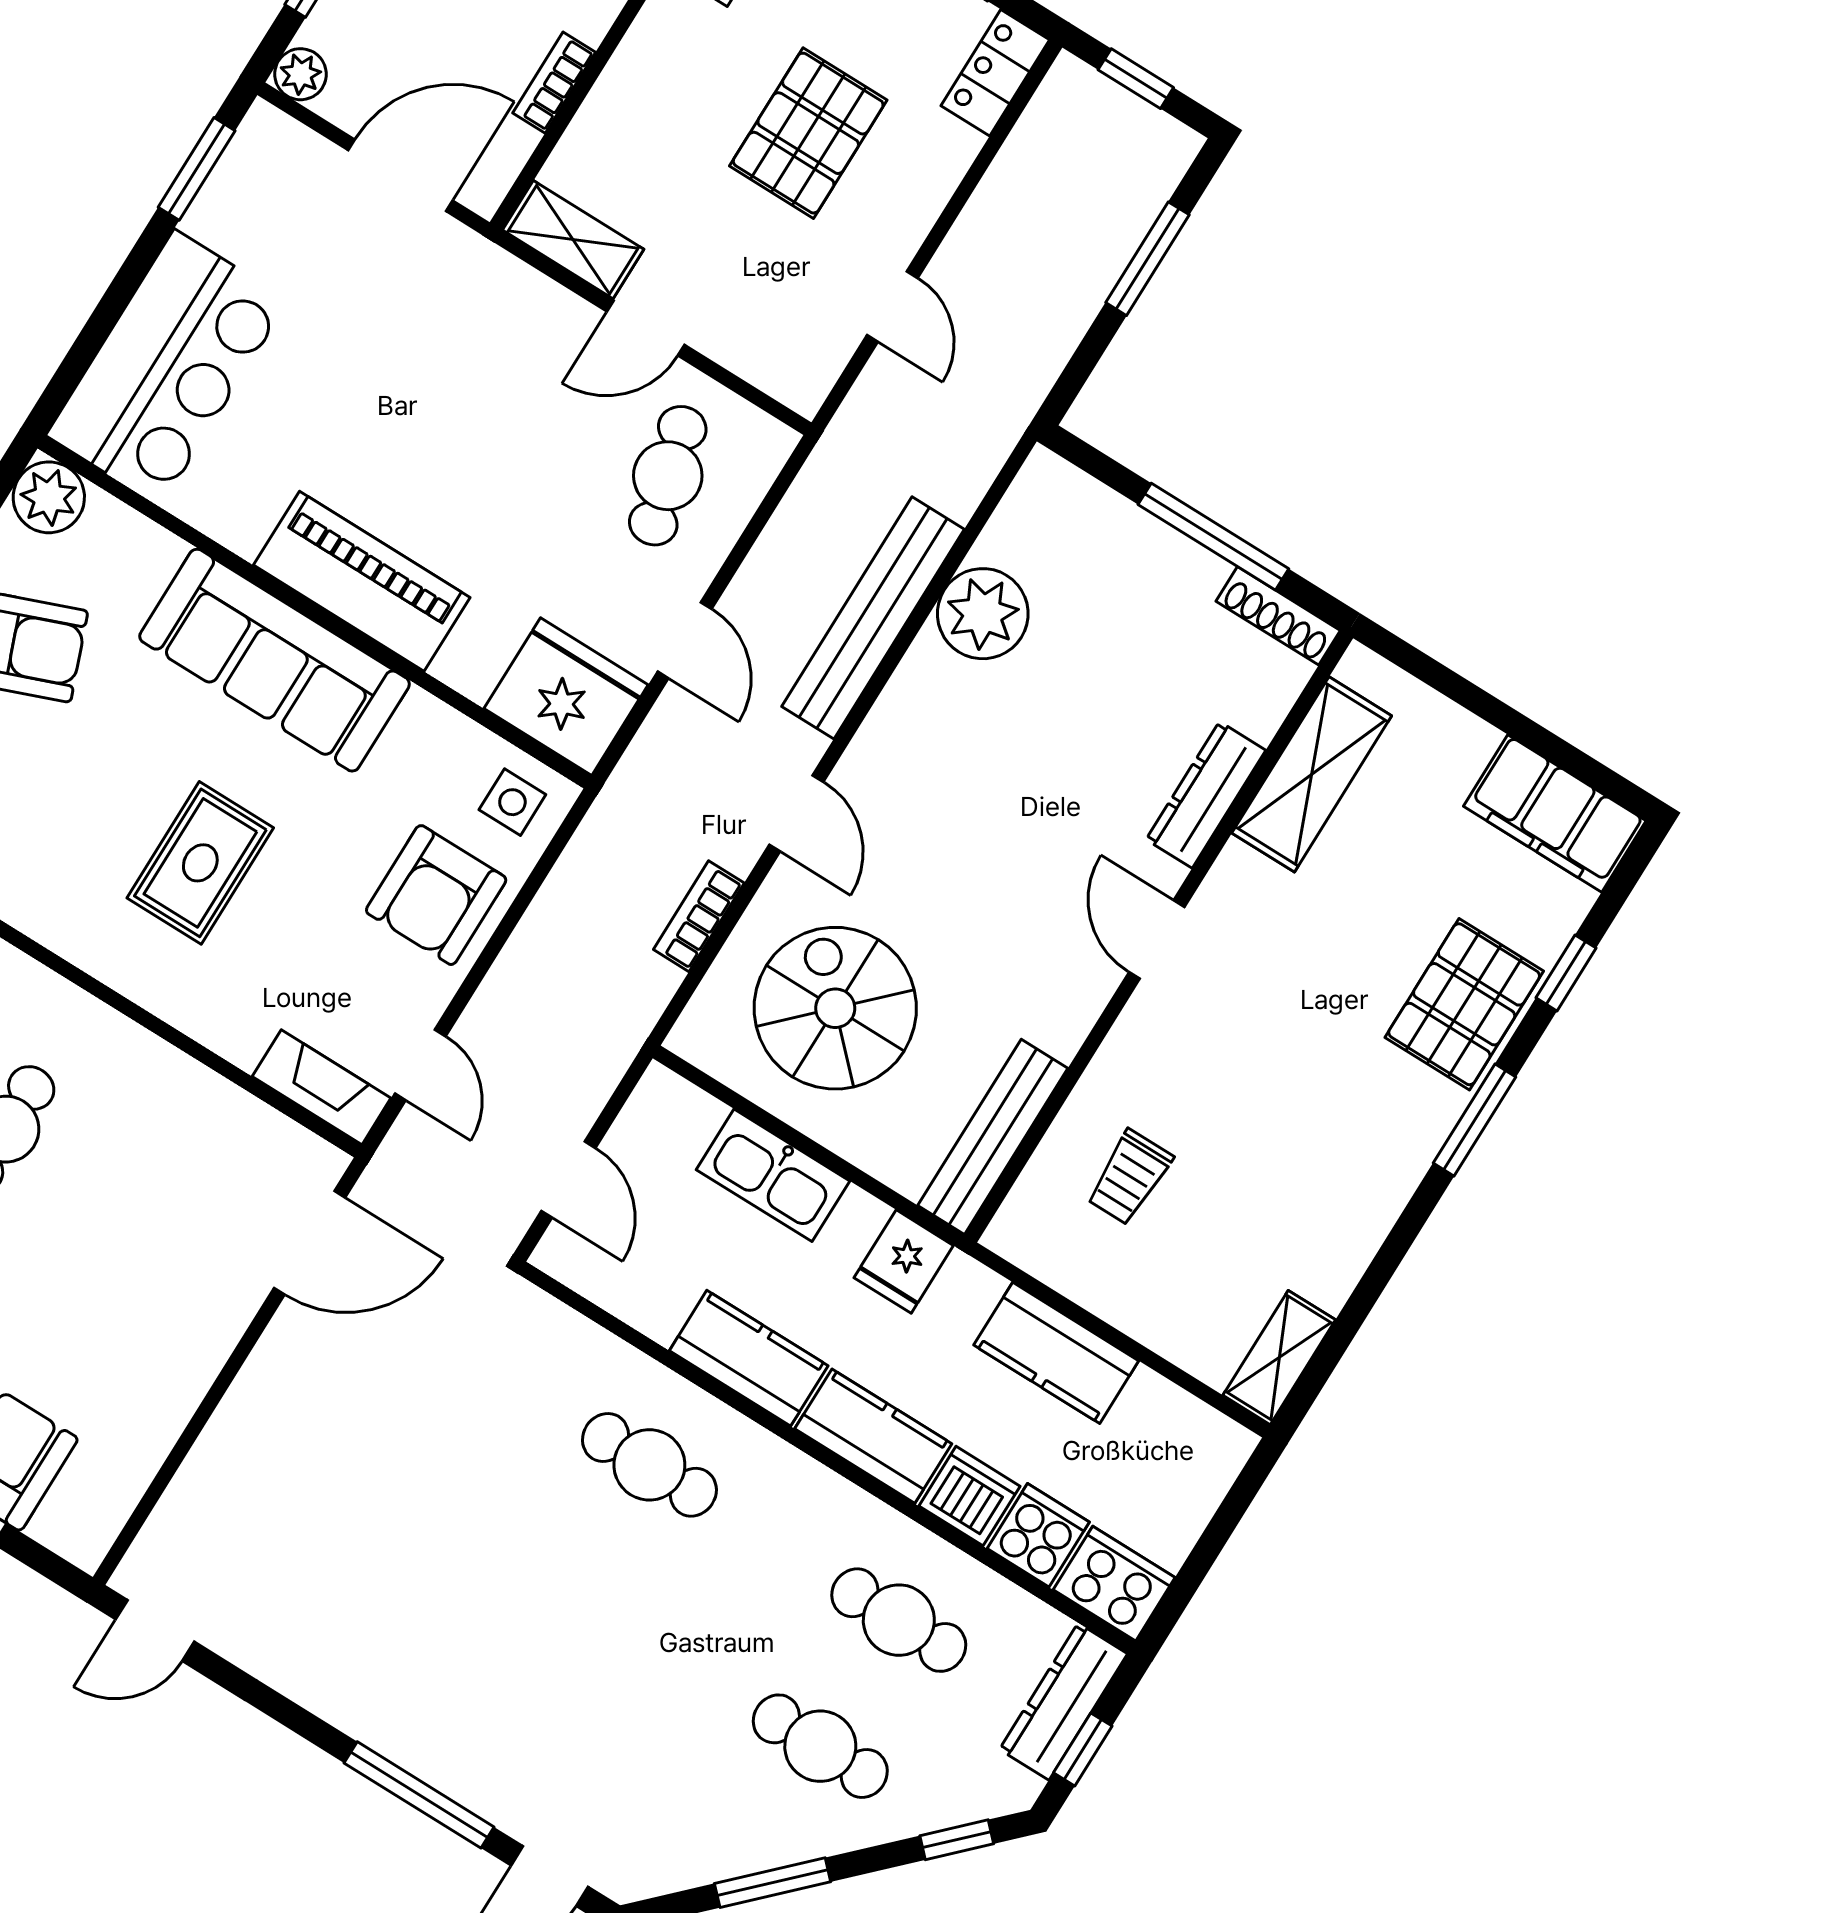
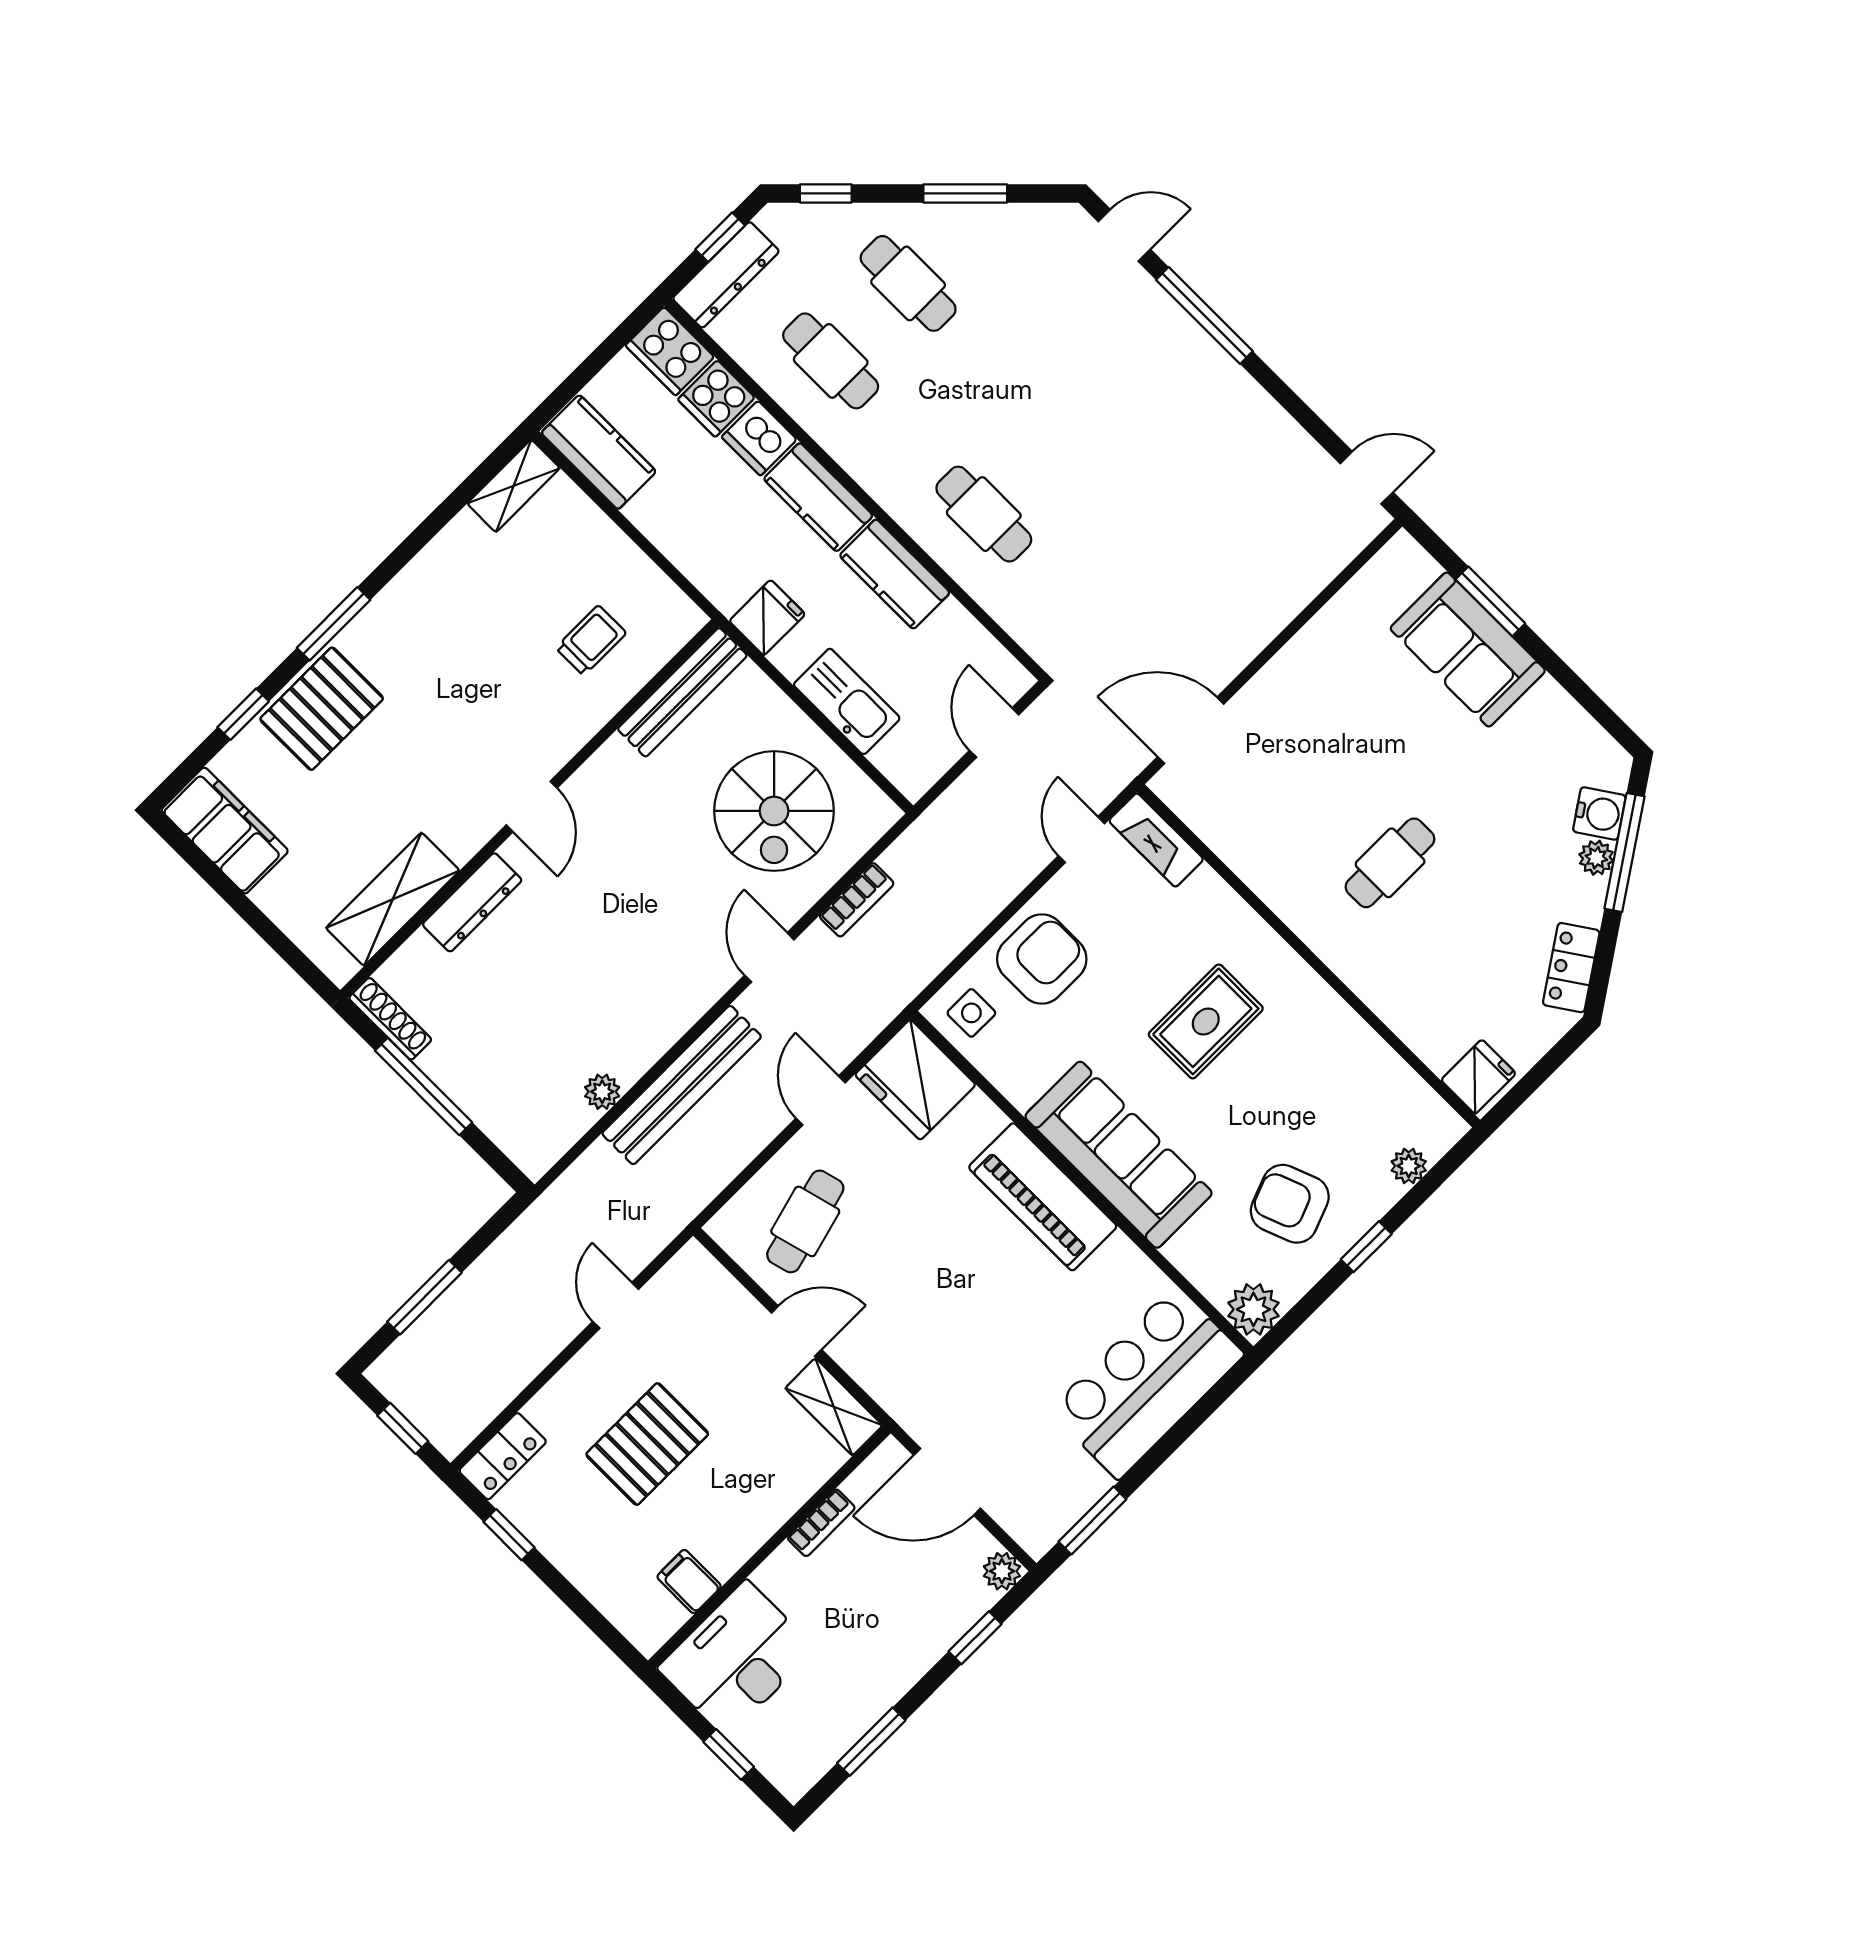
plant: (983, 614) -> (602, 1092), width x0.53, depth x0.53
kitchen counter: (1056, 1353) -> (599, 452), moved

